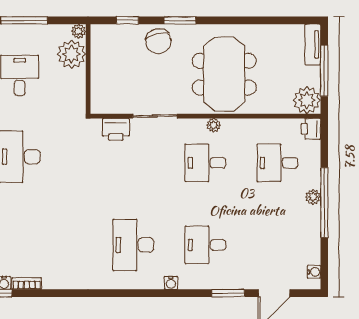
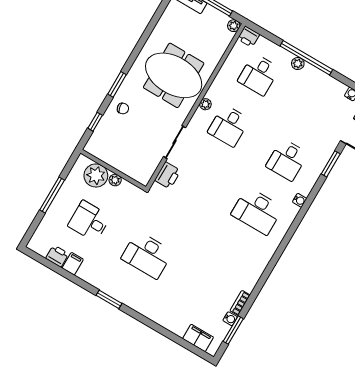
plant: (79, 31) -> (115, 180), moved
chair: (158, 41) -> (123, 108), width x0.54, depth x0.54
plant: (307, 100) -> (234, 26), width x0.53, depth x0.53

